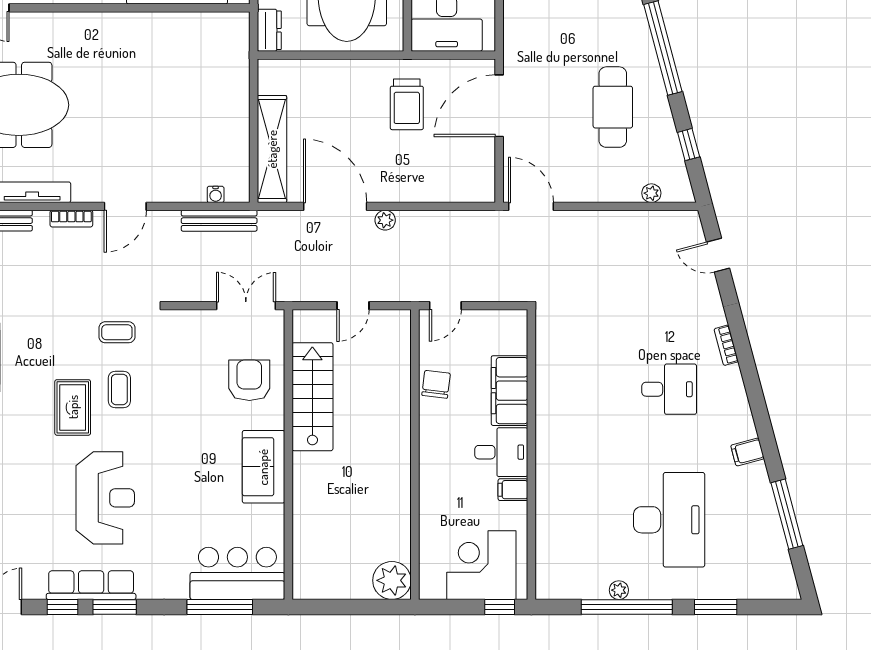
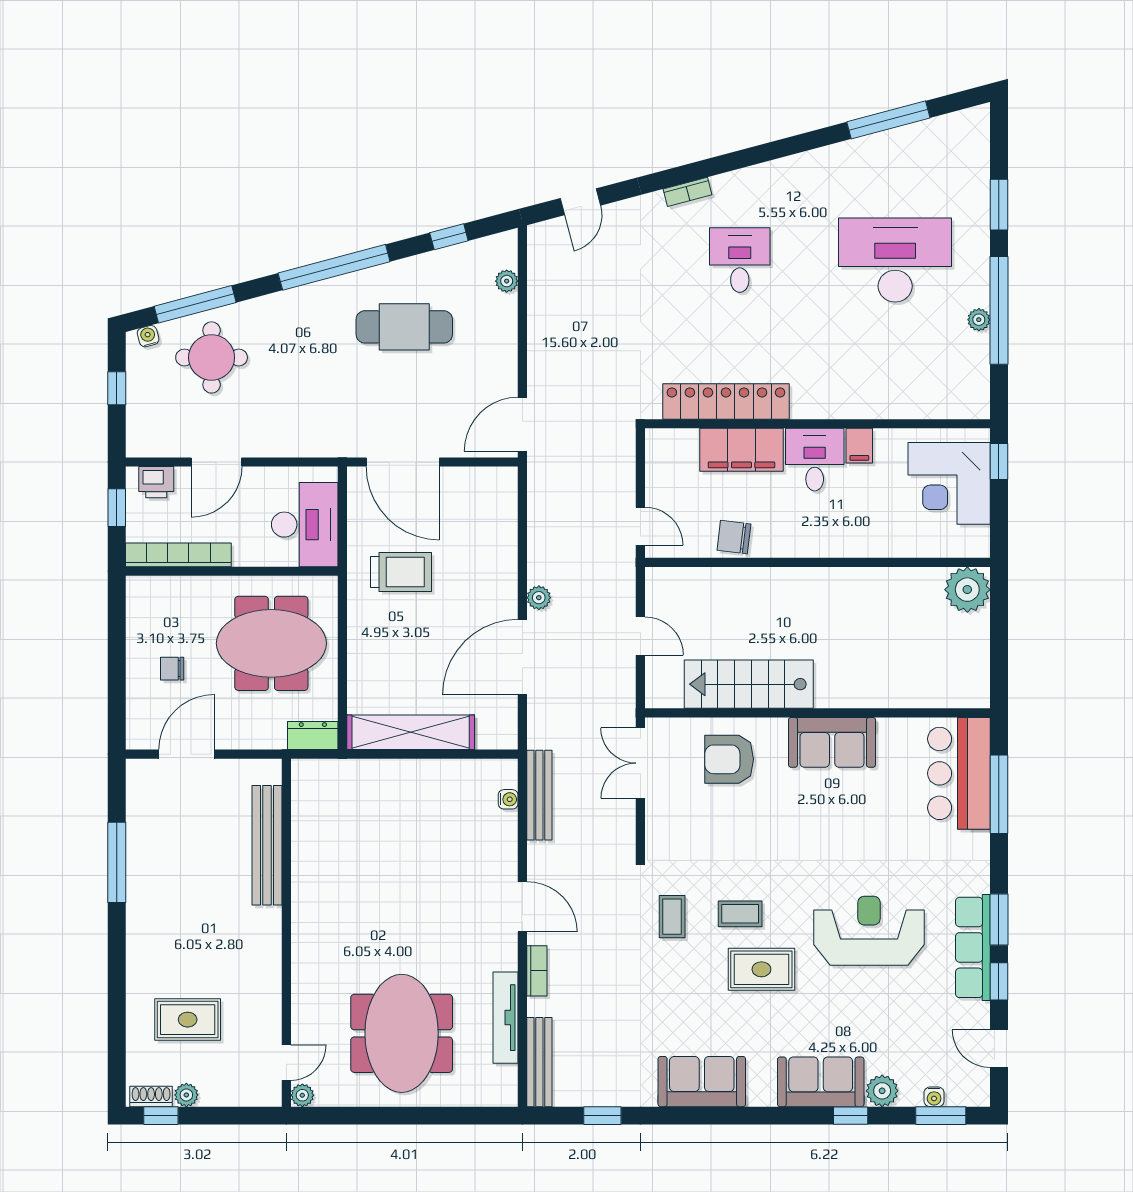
shelving: (272, 149) -> (411, 732), moved
locker: (550, 378) -> (726, 401), added
filing cabinet: (747, 452) -> (814, 167), removed

